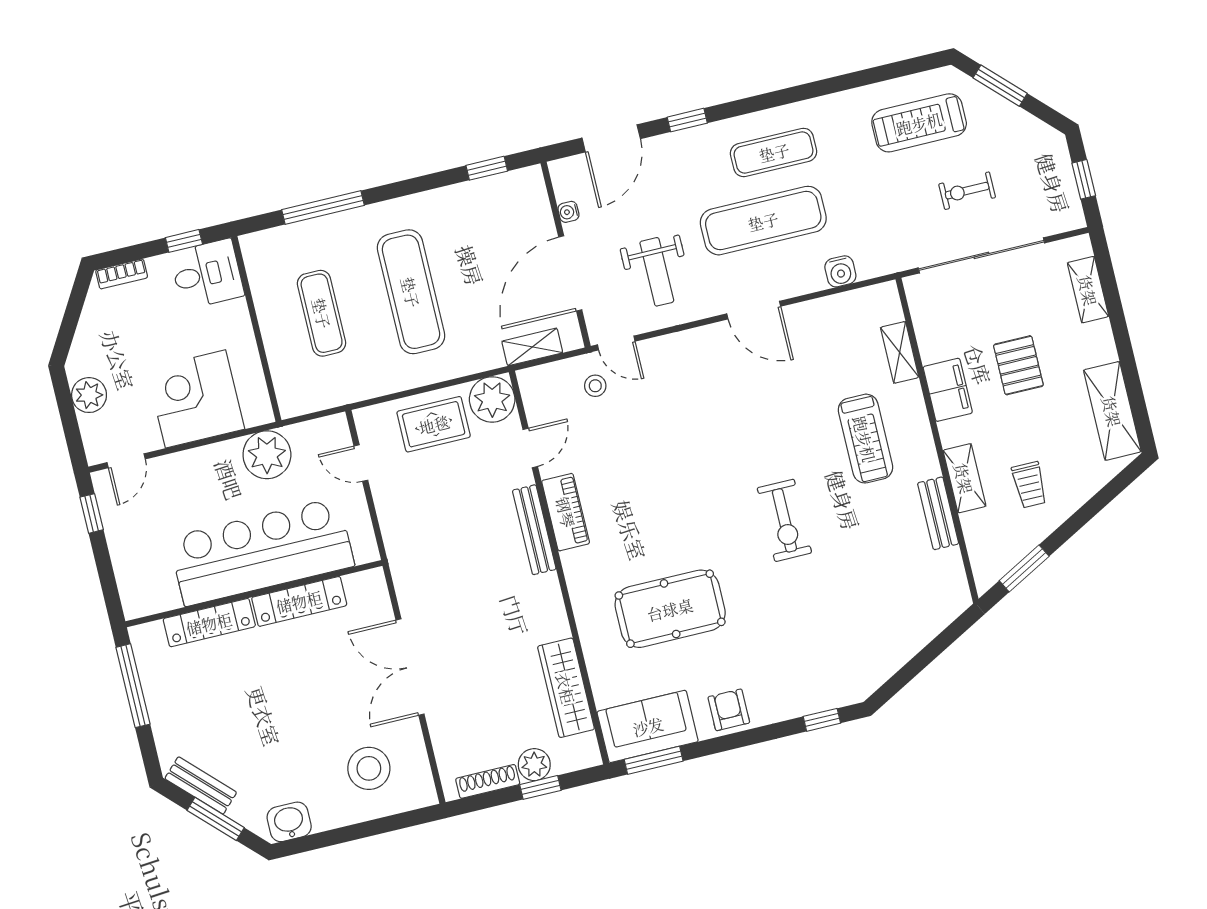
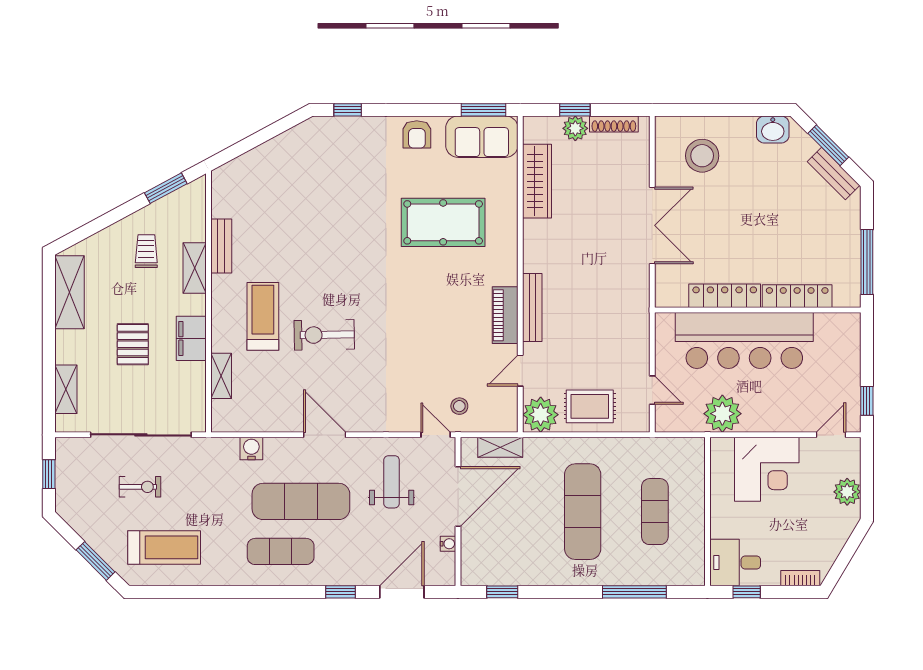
exercise bike: (784, 520) -> (324, 335), moved, turned -91

